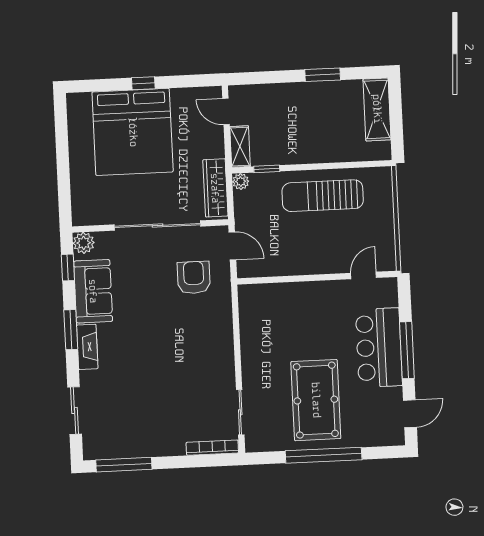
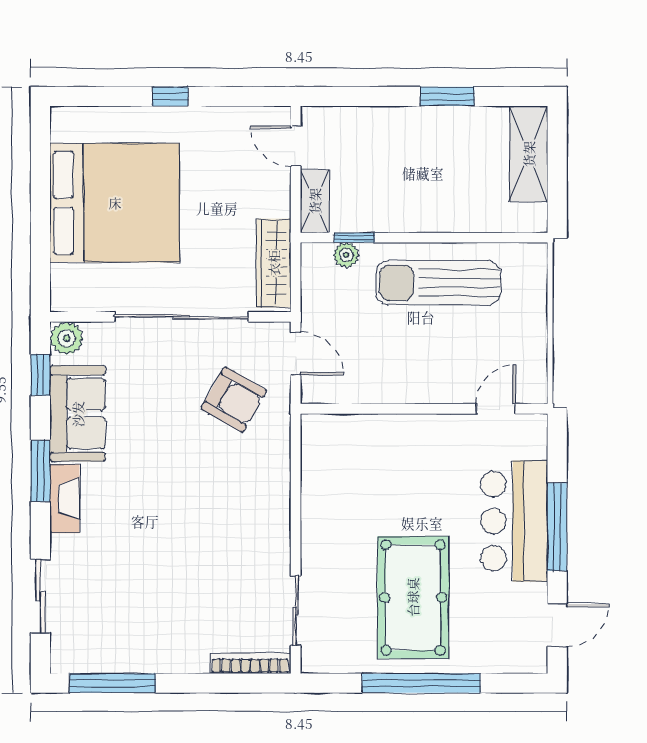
bed: (133, 132) -> (115, 203), moved, turned -90
plant: (241, 181) -> (346, 255), moved
armchair: (194, 278) -> (234, 400), turned 120

